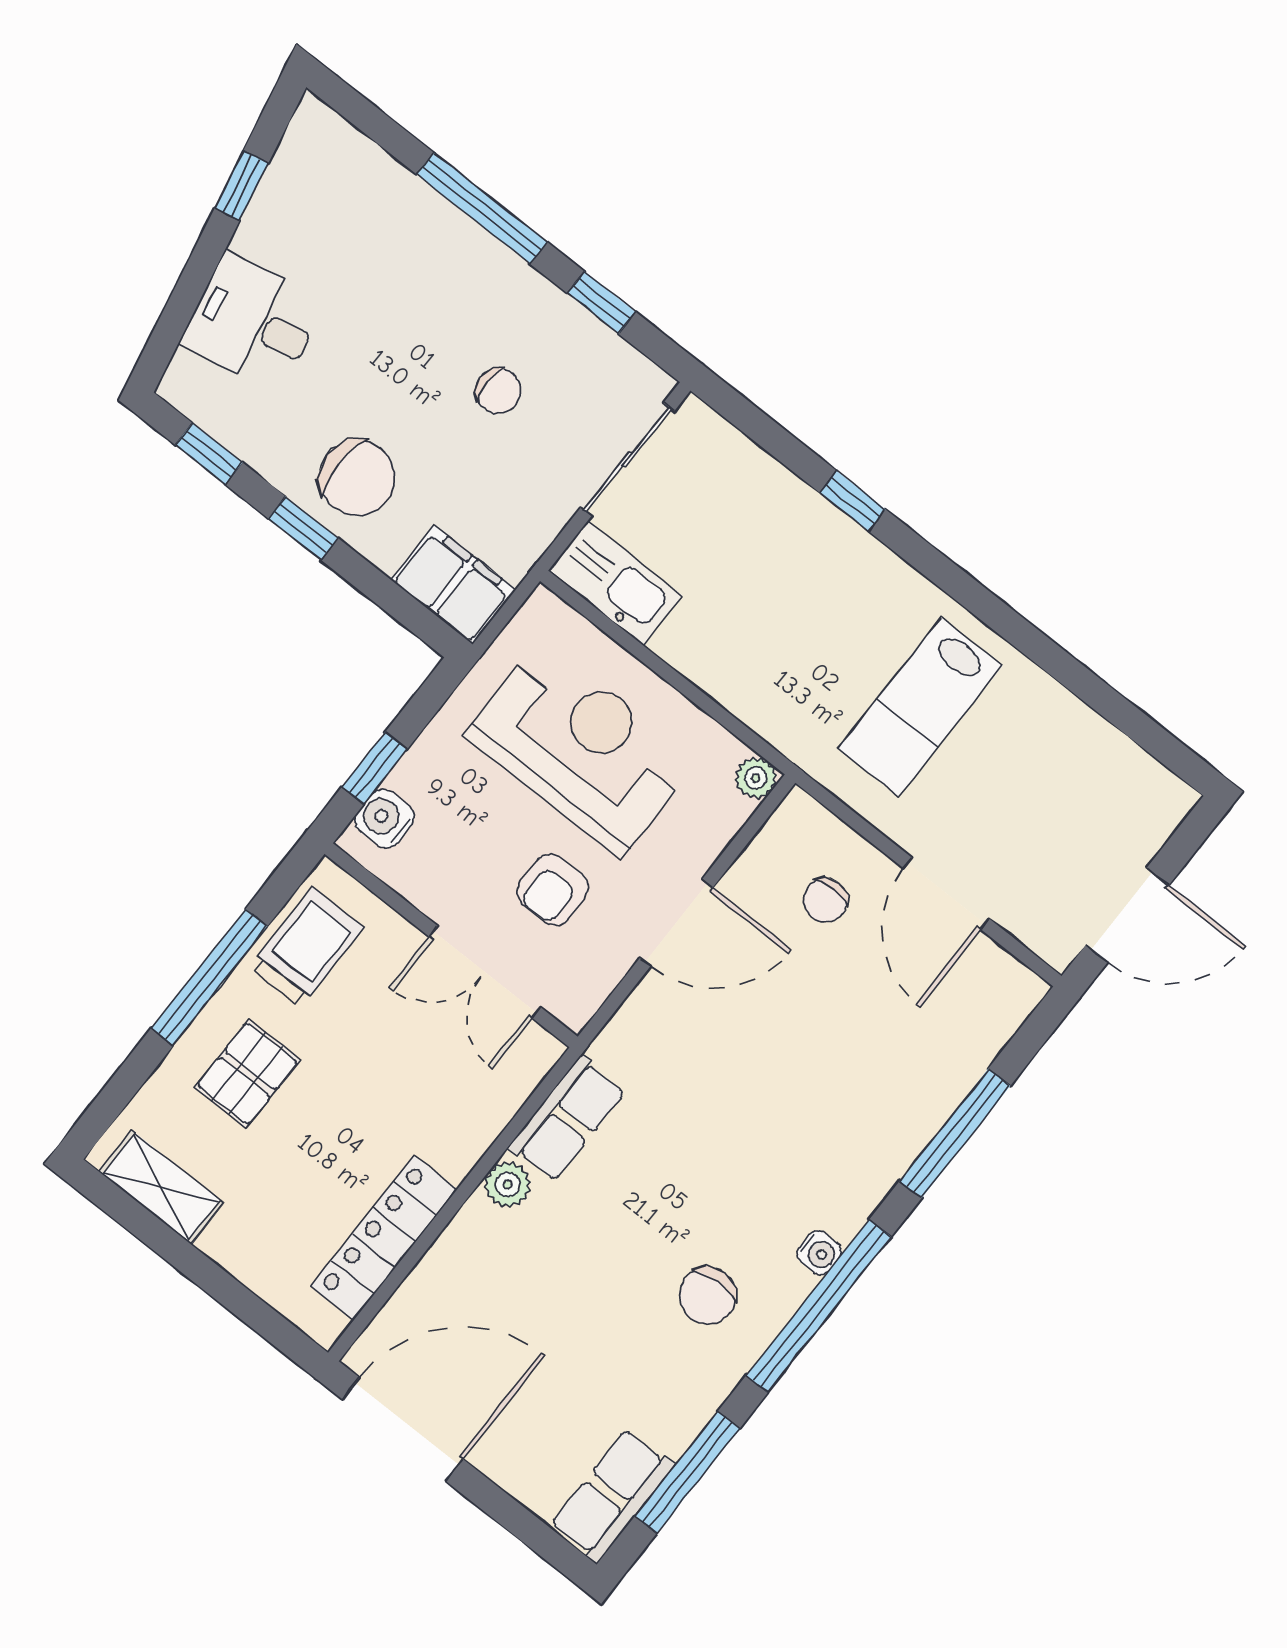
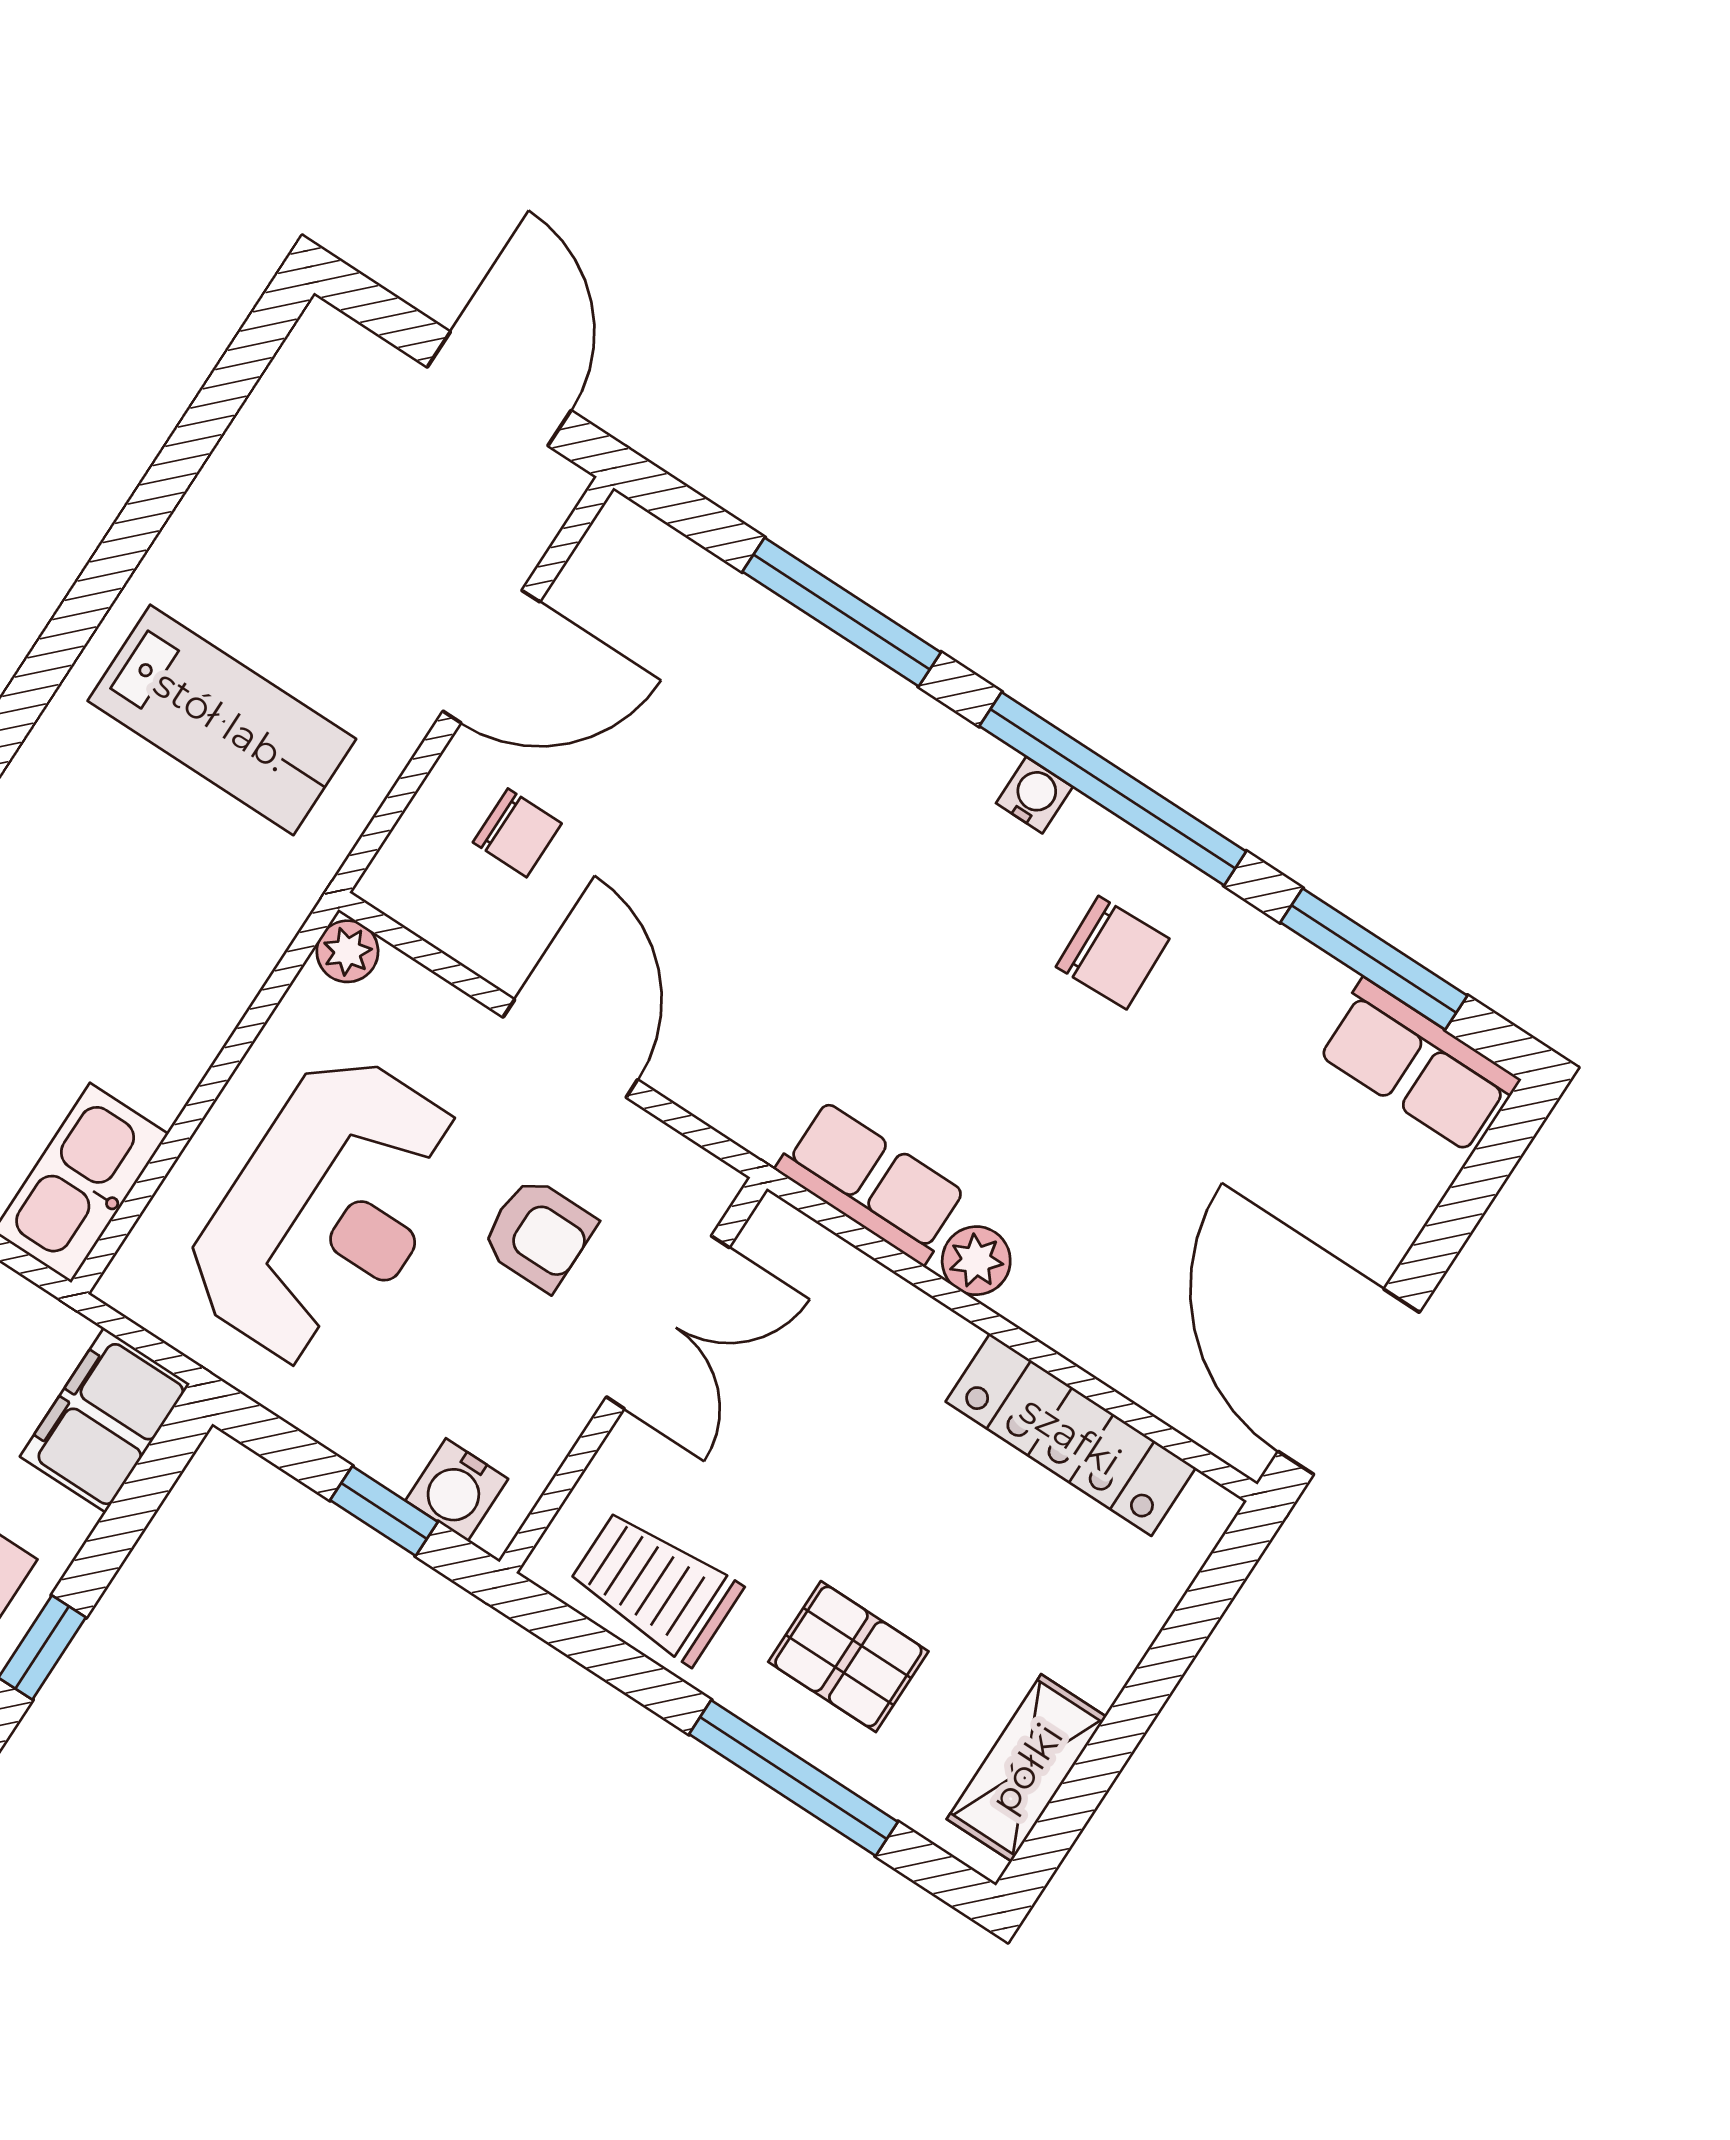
reception desk: (581, 748) -> (327, 1211), turned 180
window: (209, 977) -> (793, 1778), moved

